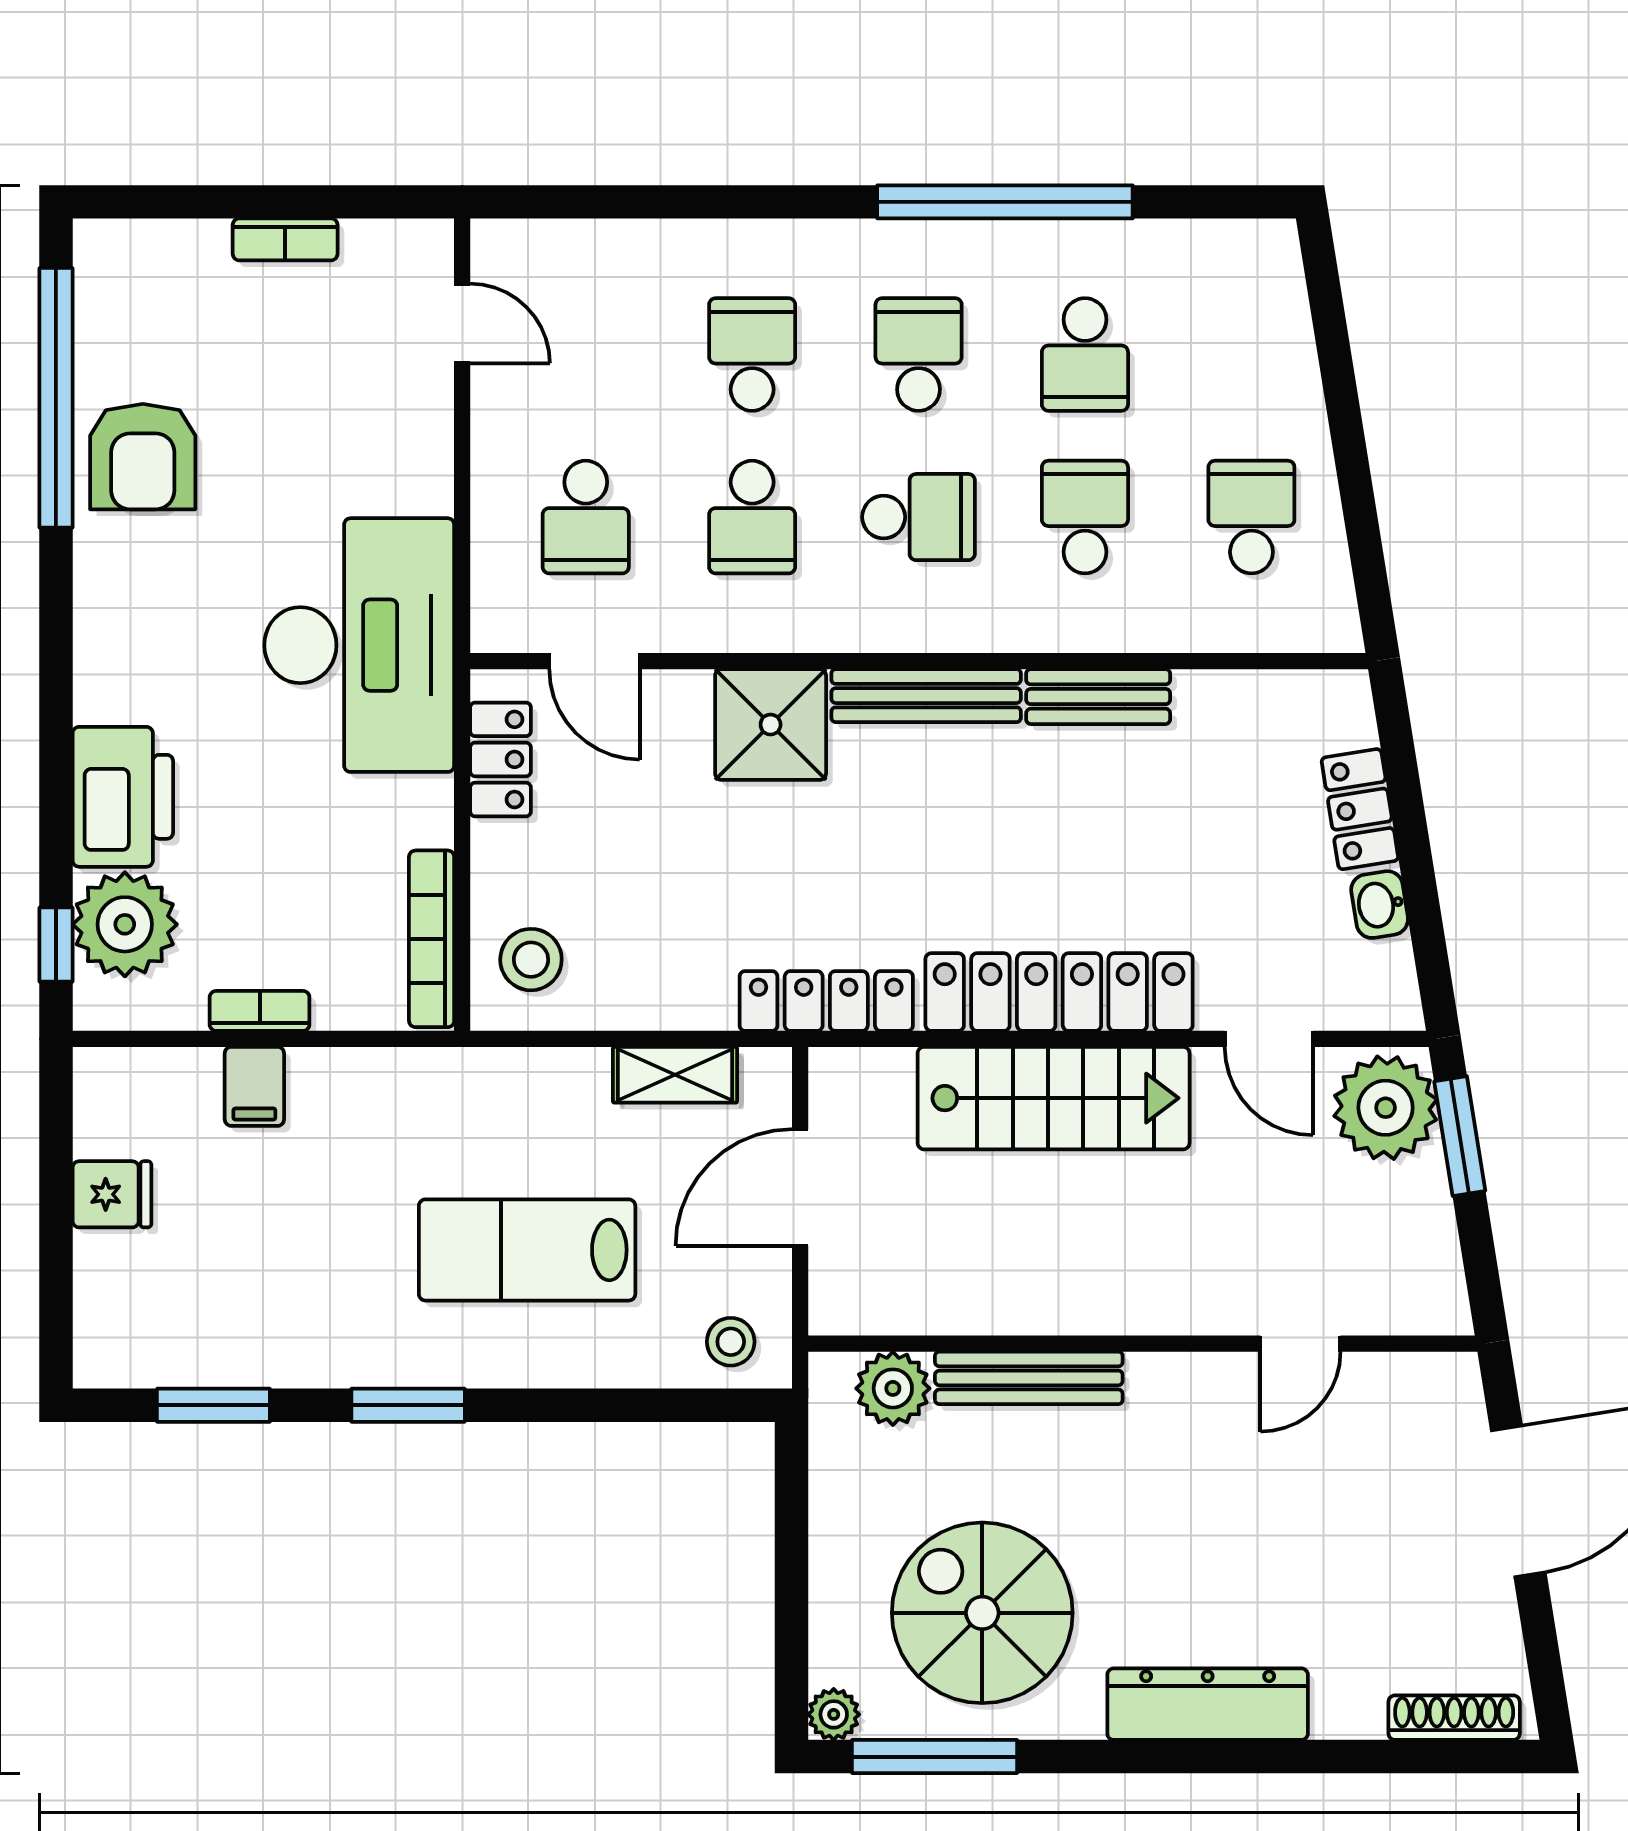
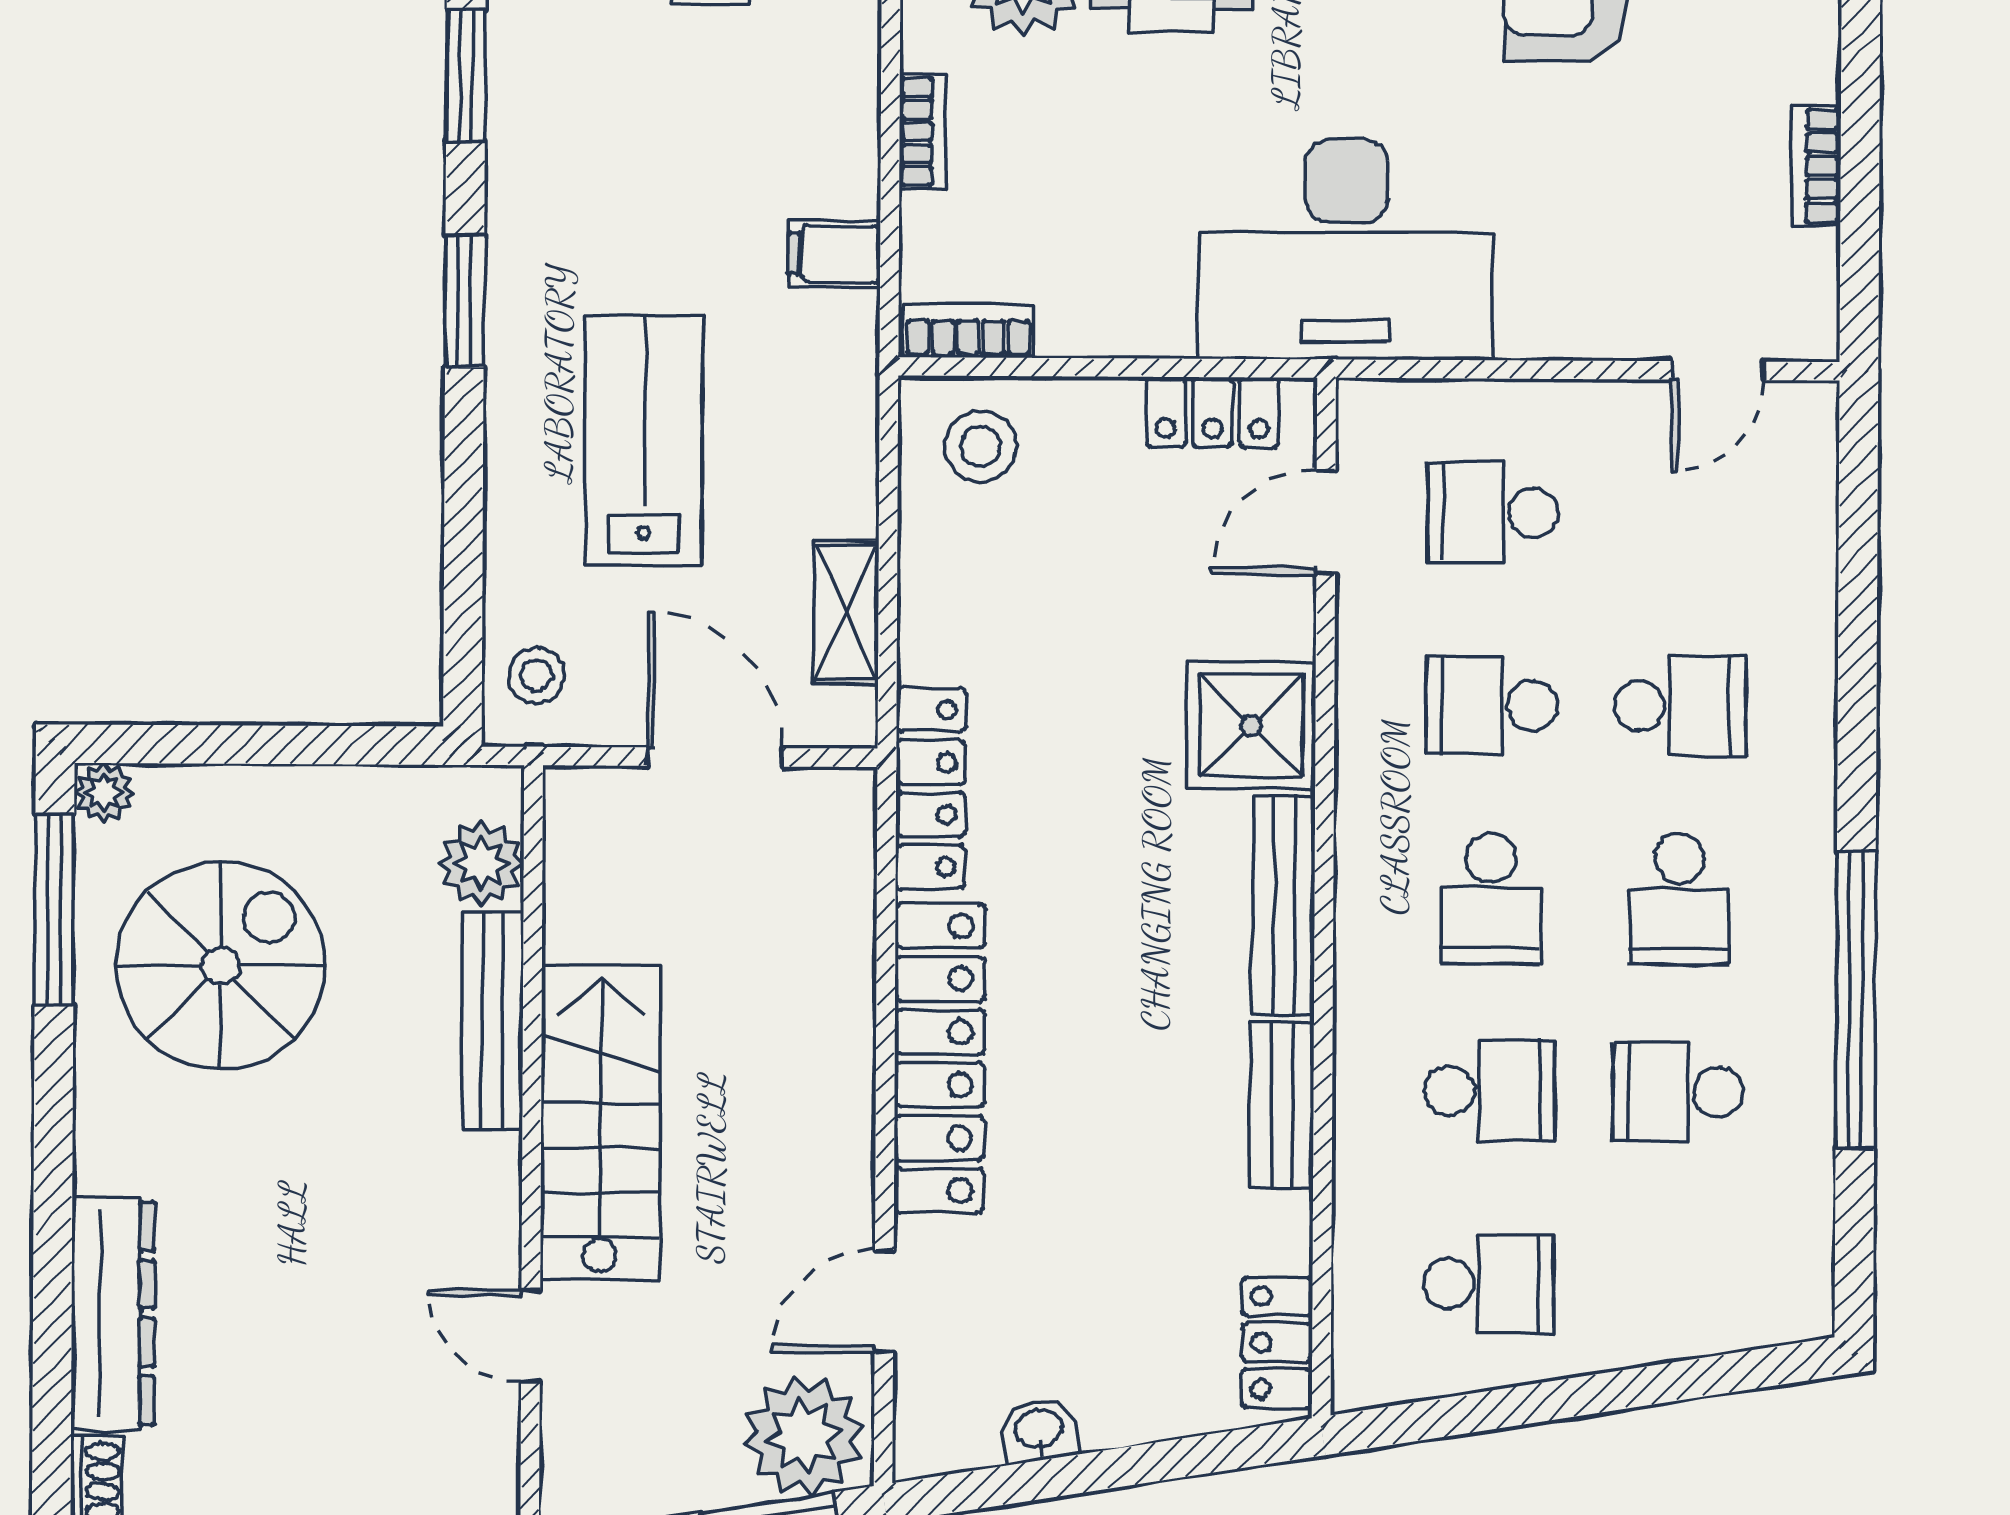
school desk: (919, 355) -> (1679, 899), turned 90
locker: (1360, 809) -> (1277, 1343), moved, turned -81
bookcase: (432, 939) -> (968, 331), width x0.64
filing cabinet: (254, 1086) -> (834, 254), moved
stairs: (1054, 1098) -> (600, 1123), moved, turned 180
dresser: (1208, 1704) -> (113, 1313), moved

